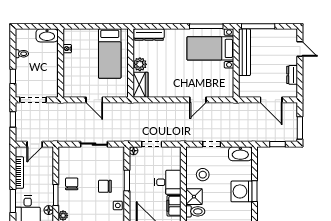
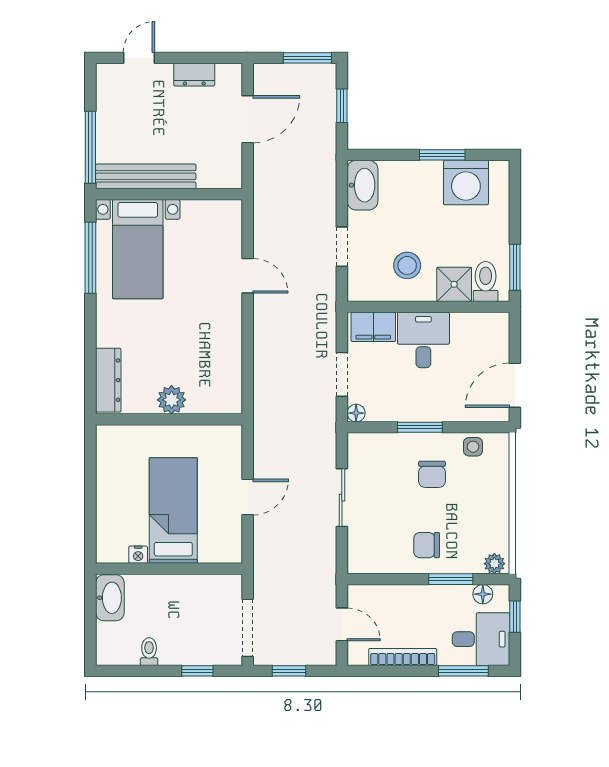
bed: (110, 54) -> (173, 511), moved, turned -90
wardrobe: (140, 85) -> (215, 398), removed
washing machine: (242, 191) -> (466, 182), moved
filing cabinet: (174, 206) -> (373, 327), moved

